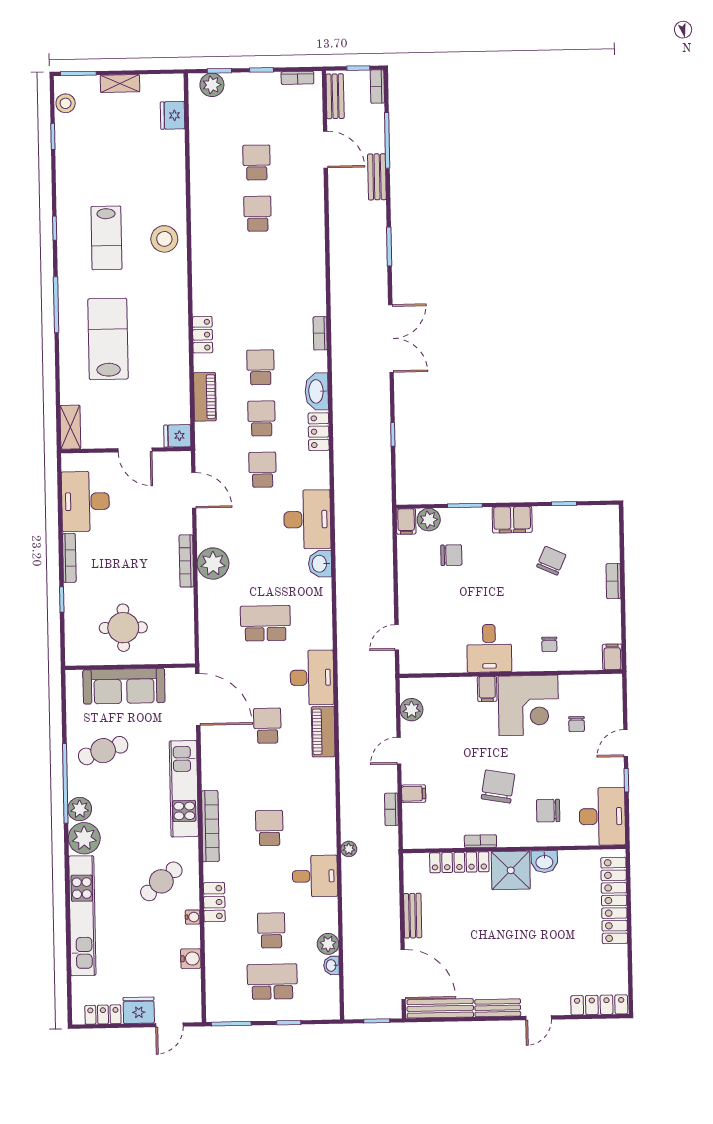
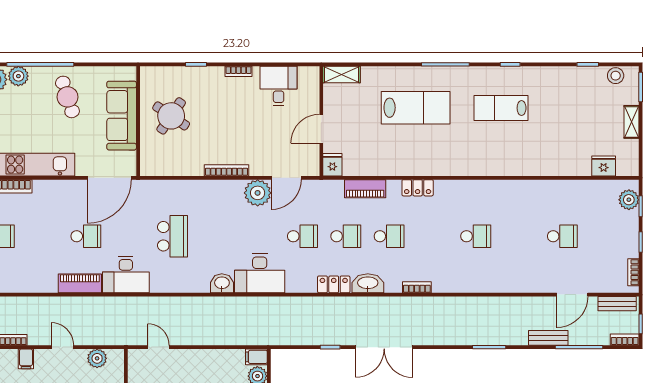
school desk: (258, 214) -> (476, 236), moved
stool: (164, 239) -> (499, 157), removed
double door: (391, 338) -> (384, 347), moved
desk: (85, 501) -> (279, 86), width x0.73
bookcase: (69, 558) -> (238, 71), width x0.64
plant: (213, 564) -> (258, 193), moved
round table: (123, 628) -> (171, 116), turned 34

